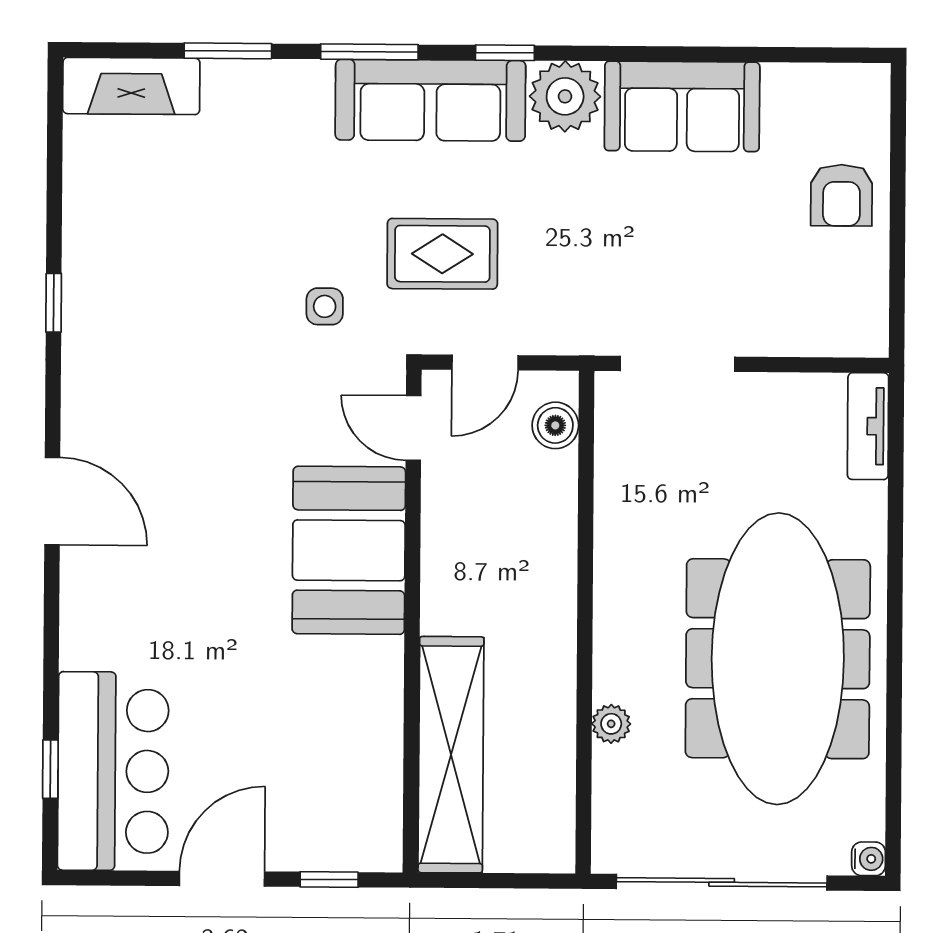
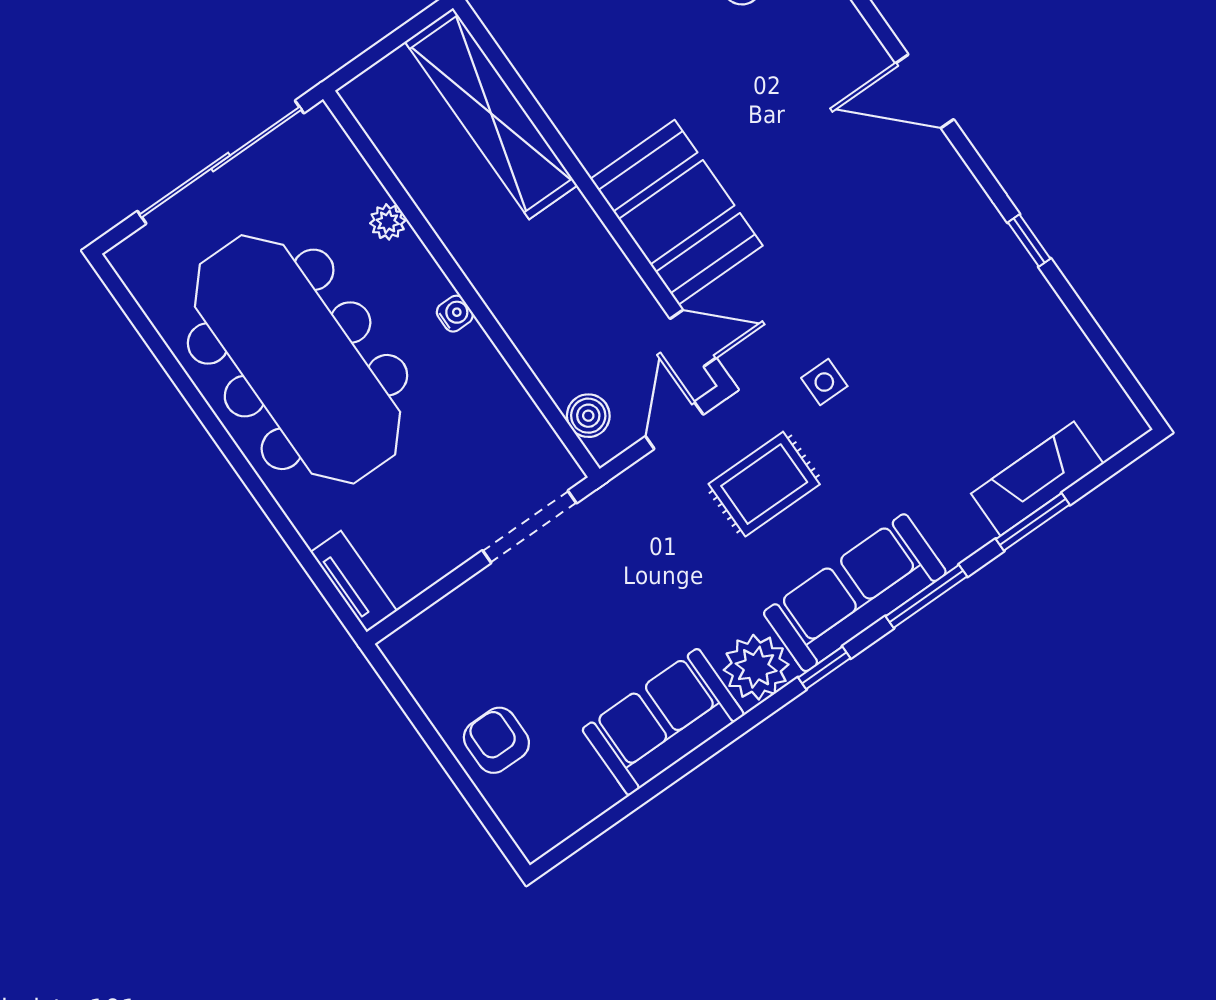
fireplace: (131, 86) -> (1037, 479), moved
water cooler: (869, 859) -> (455, 314), moved, turned 180

